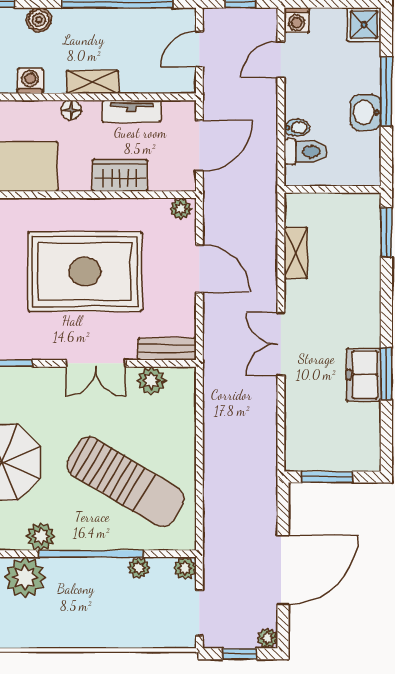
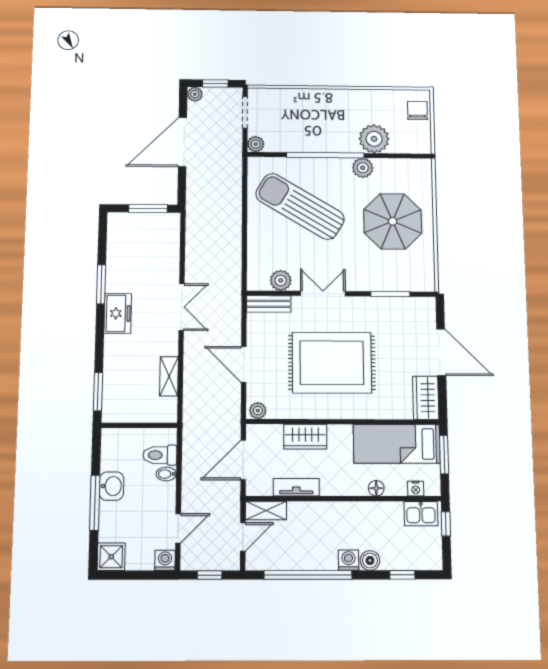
washing machine: (30, 81) -> (349, 560), moved, turned 180
shelving: (92, 82) -> (266, 511), moved
floor lamp: (71, 110) -> (376, 488), moved
freezer: (364, 375) -> (118, 313), moved
plant: (139, 568) -> (290, 145), removed

